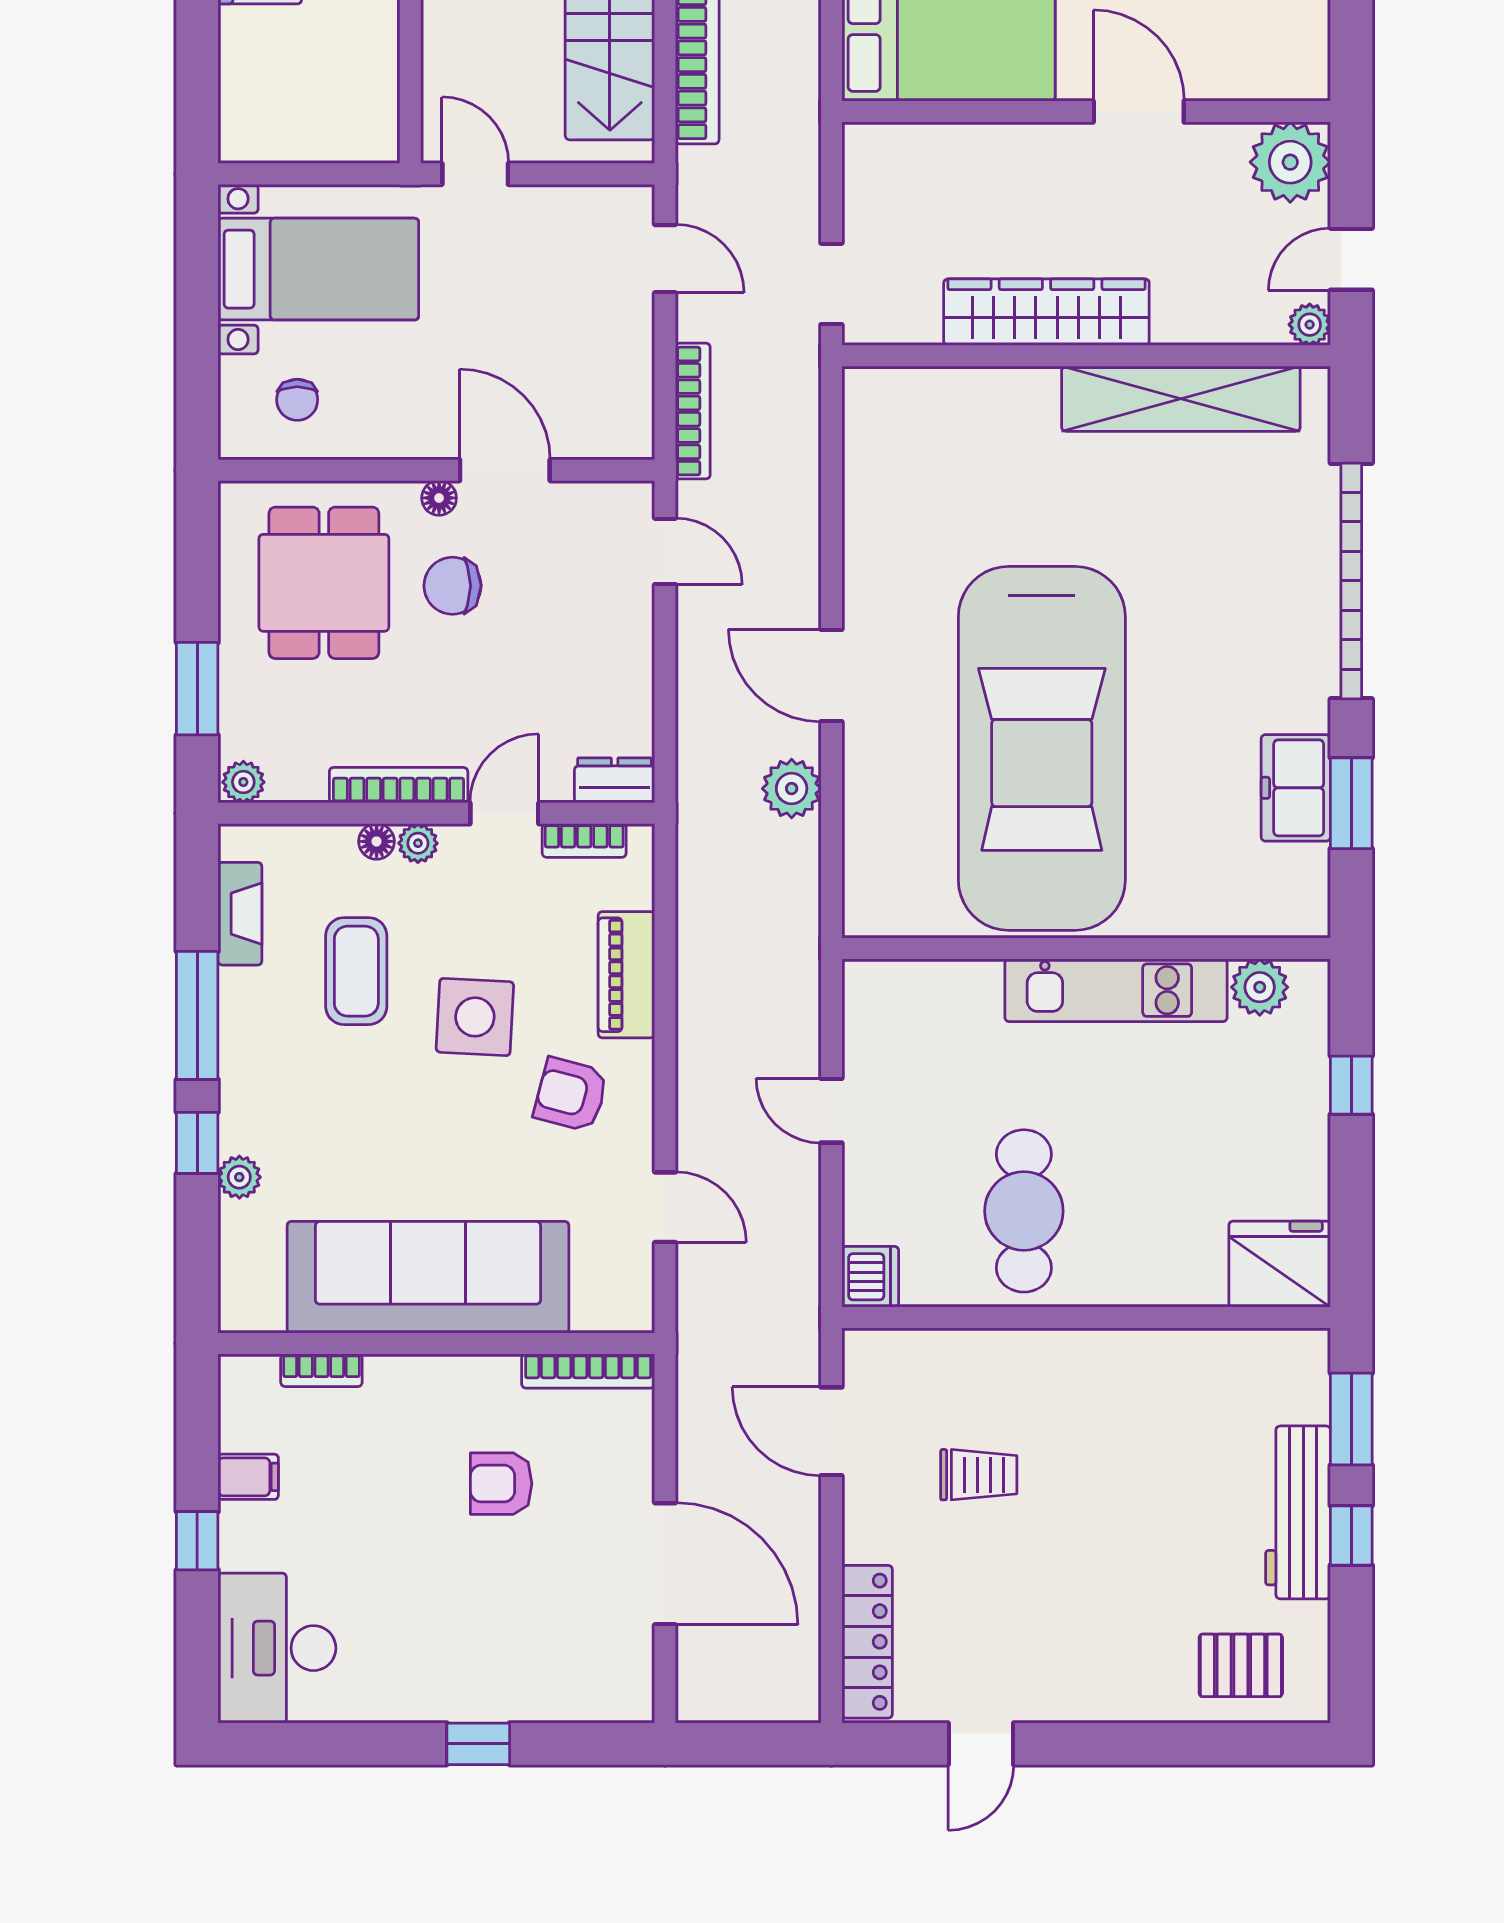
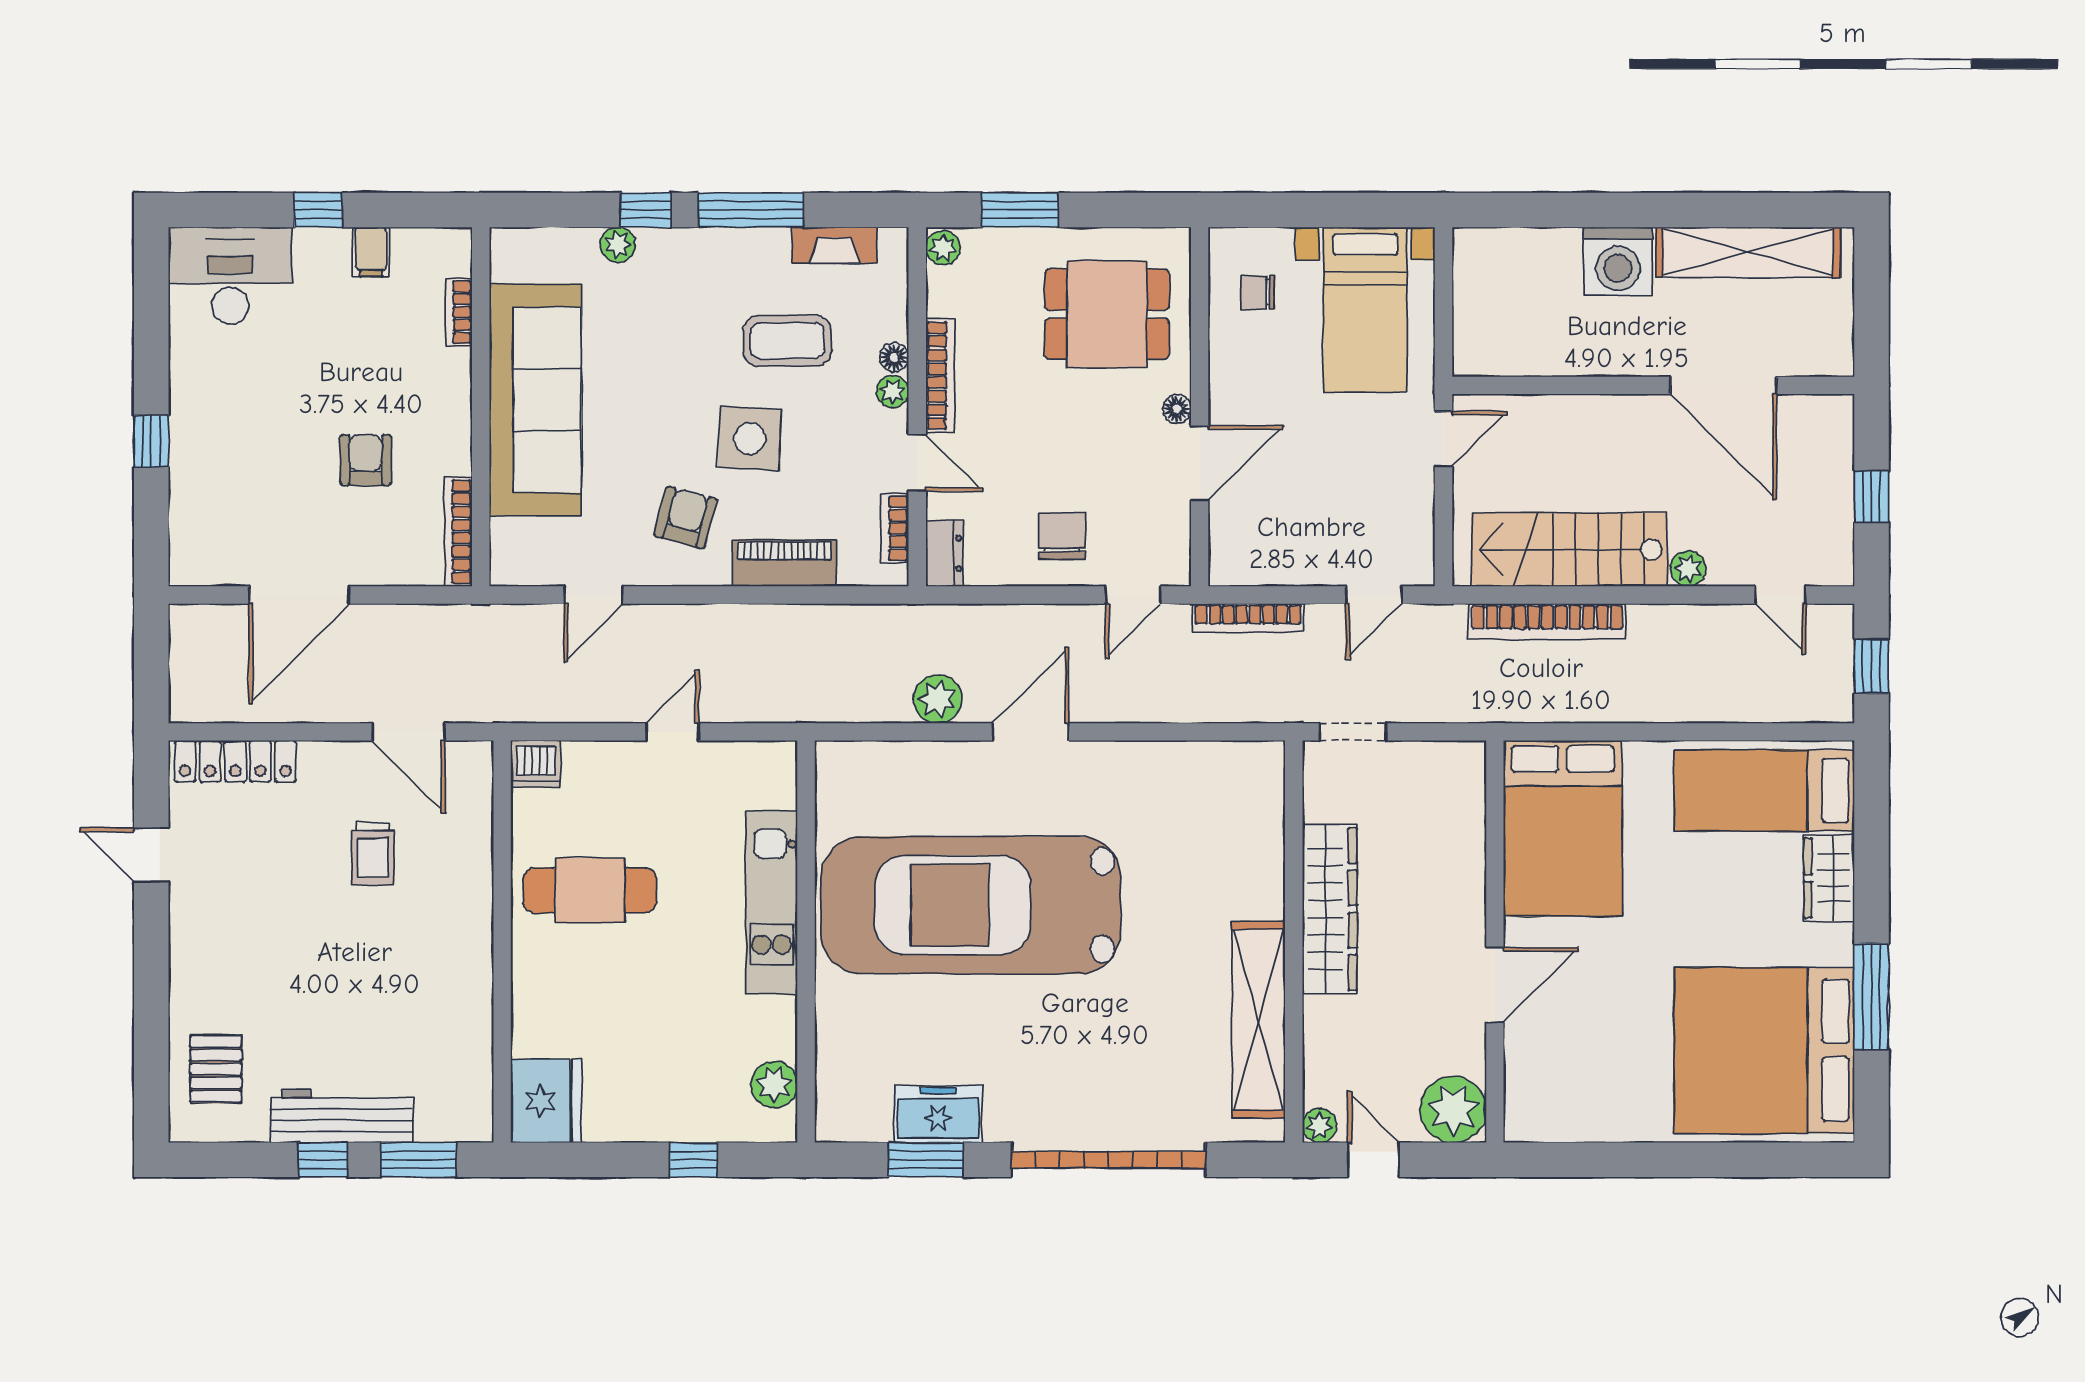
chair: (452, 586) -> (1062, 536), moved
kitchen unit: (1116, 990) -> (772, 902), moved
door: (831, 1431) -> (408, 732), swing flipped

